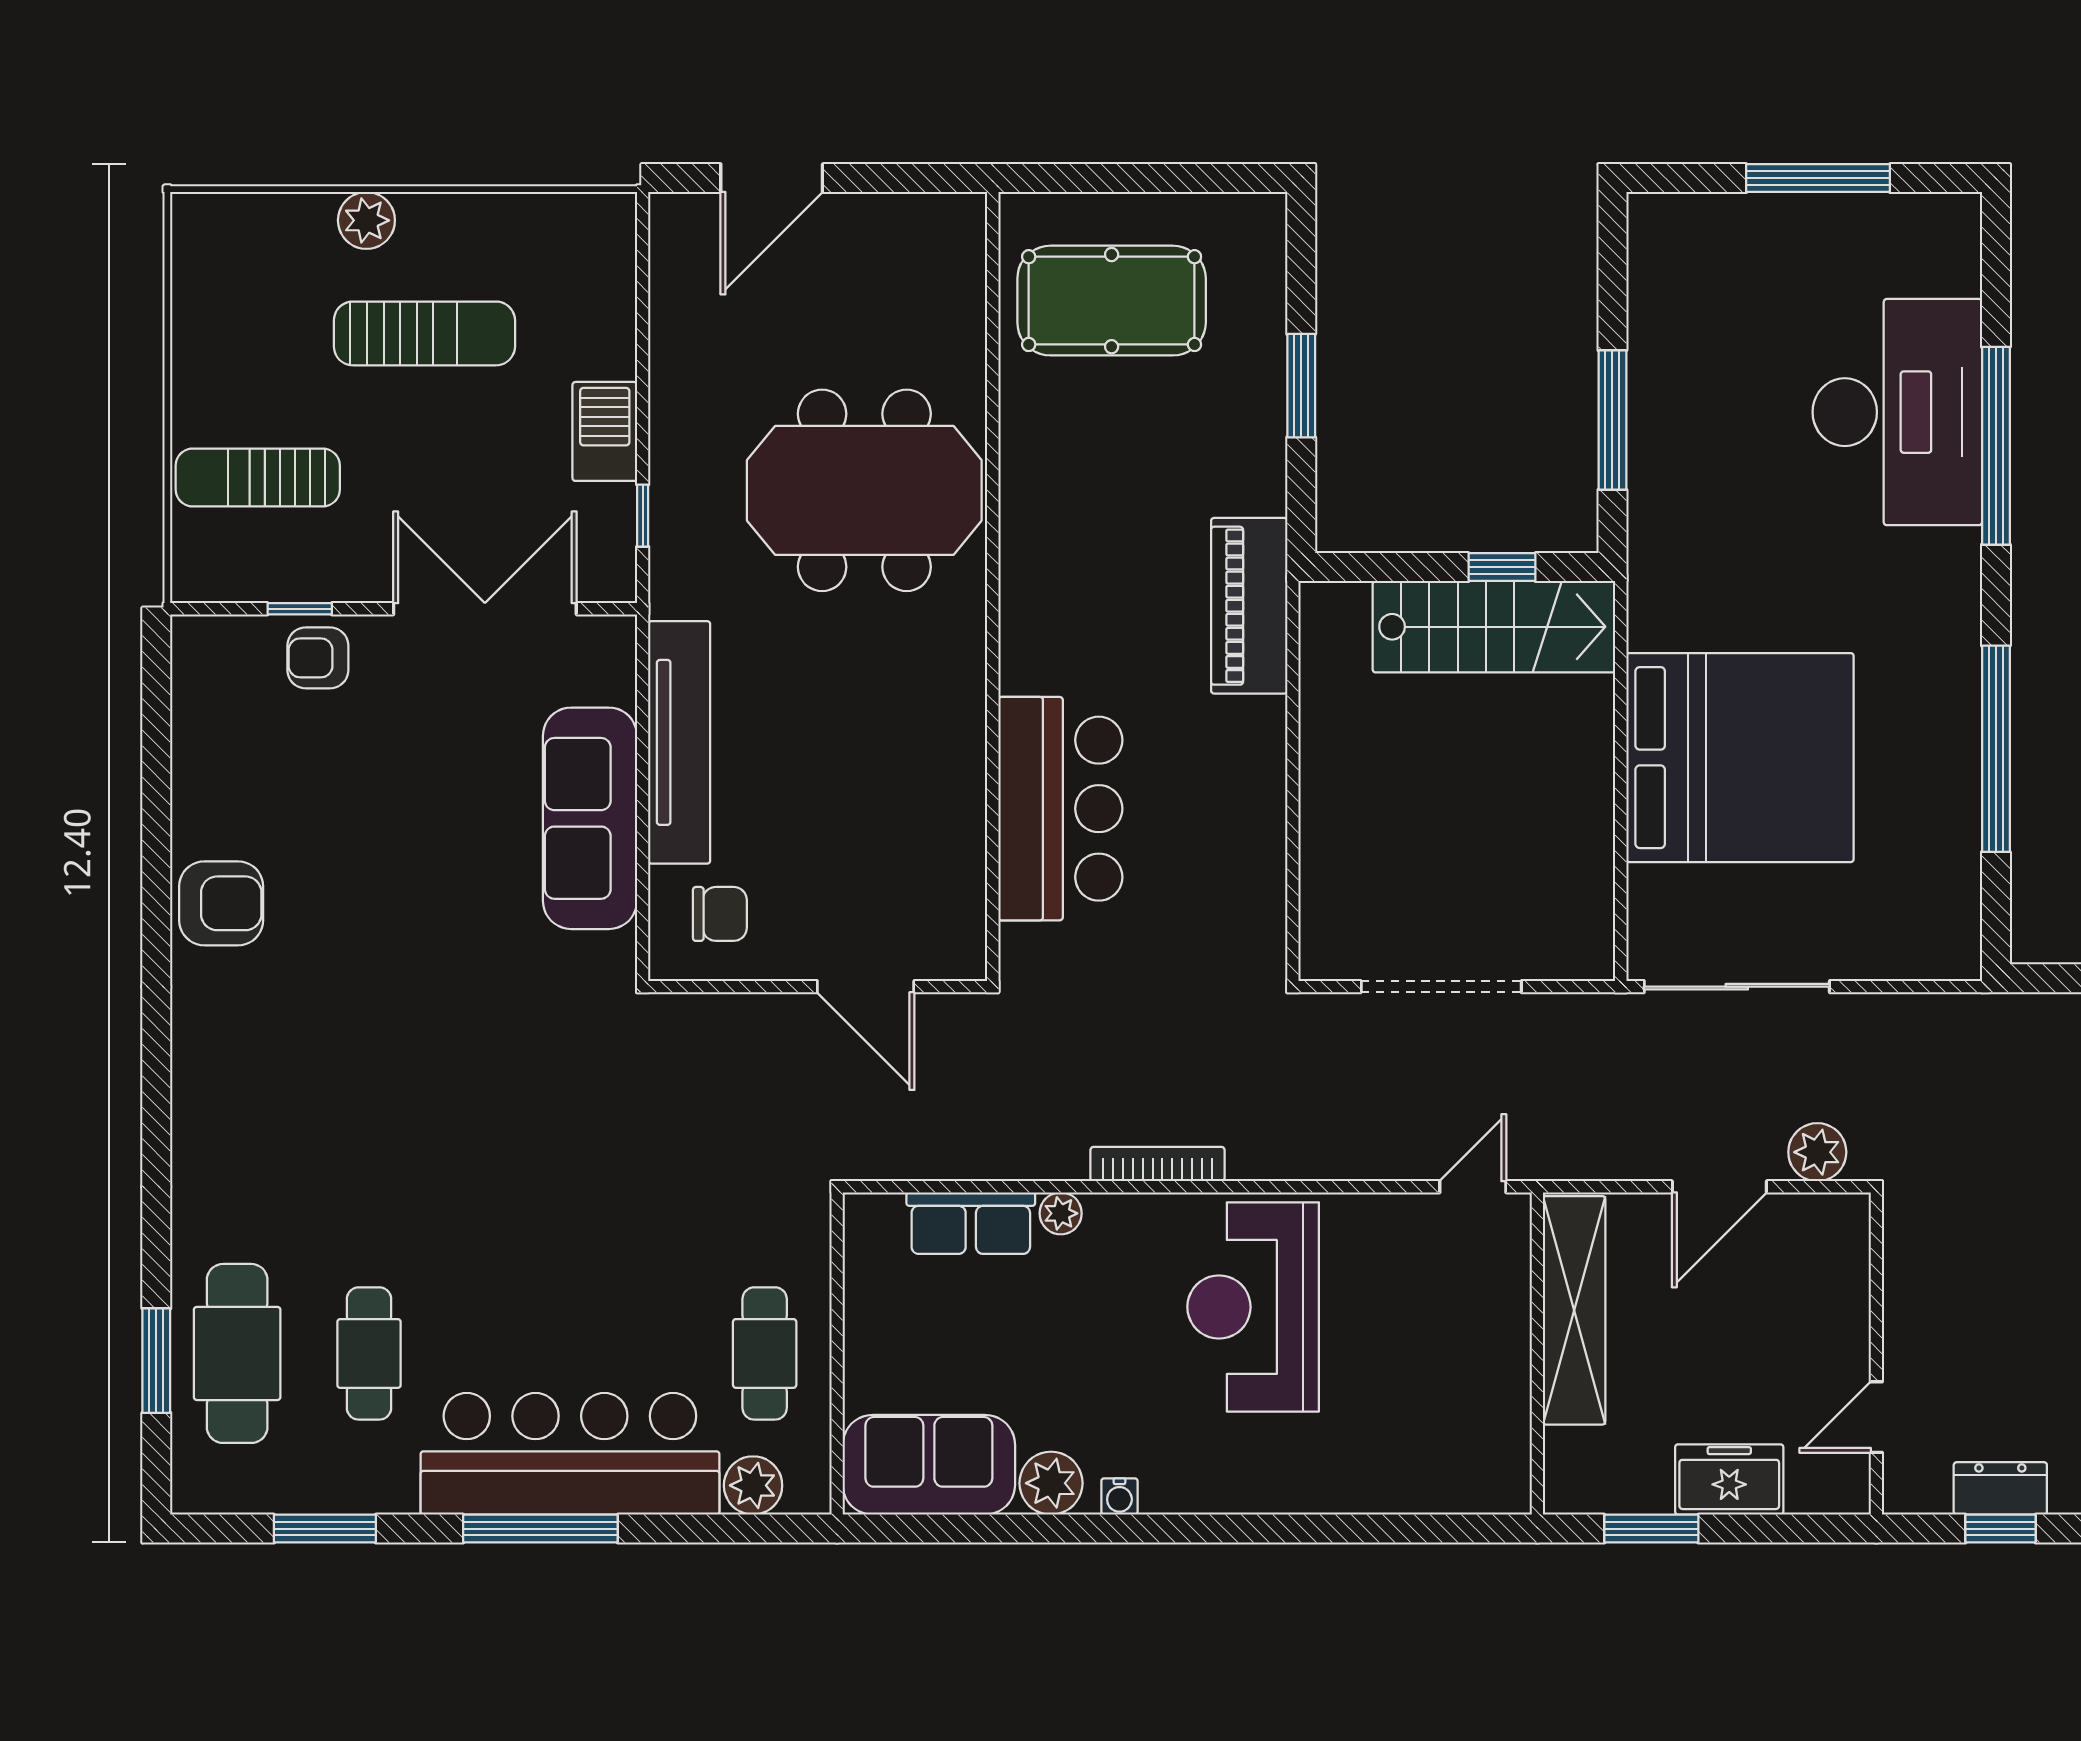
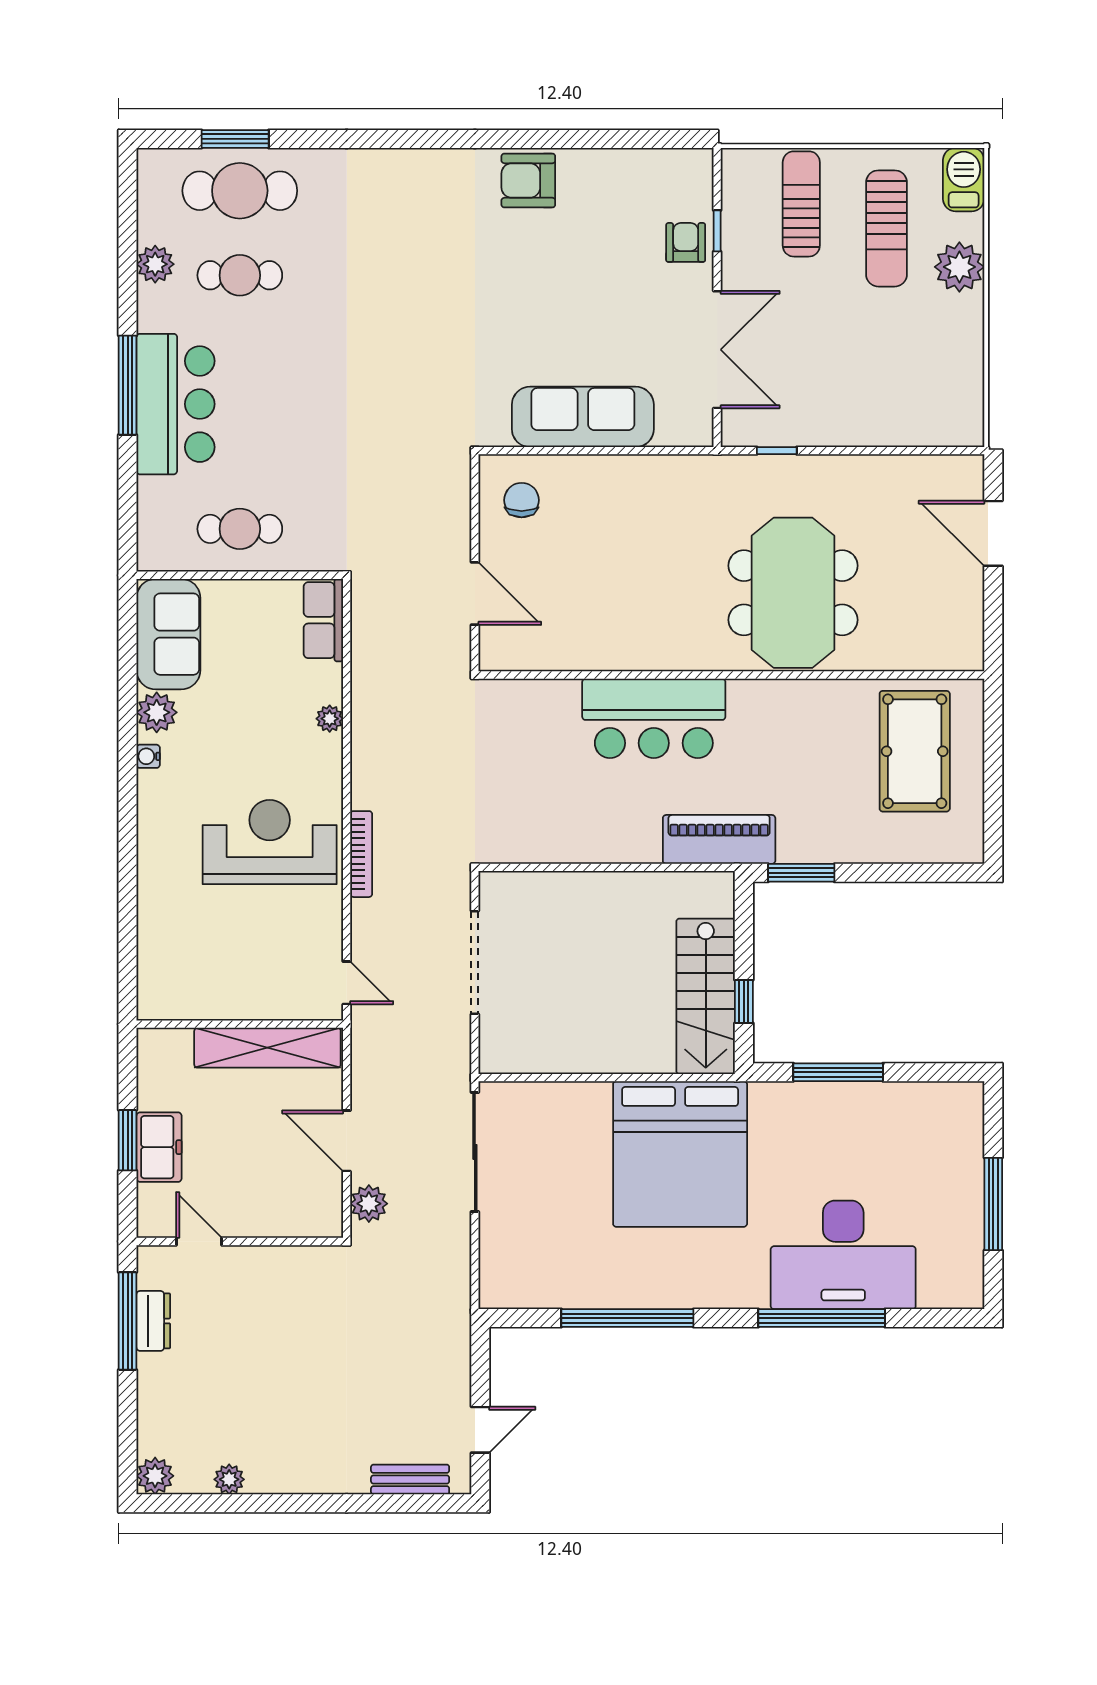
plant: (366, 220) -> (959, 267), width x1.36, depth x1.36
sun lounger: (424, 333) -> (887, 228), moved
window: (1301, 386) -> (801, 873), moved
barbecue: (605, 431) -> (964, 180), moved, turned -90
tv unit: (679, 742) -> (632, 474), removed
bed: (1740, 758) -> (680, 1154), moved
bar counter: (1060, 809) -> (654, 718), moved
armchair: (221, 903) -> (528, 180), turned 90
chair: (720, 914) -> (522, 500), turned 180
door: (866, 987) -> (475, 594), swing flipped
bookcase: (1157, 1164) -> (361, 854), moved
row of seats: (971, 1223) -> (323, 620), moved
bar counter: (570, 1454) -> (176, 404), width x0.73
plant: (753, 1485) -> (155, 264), moved
window: (325, 1529) -> (128, 247), removed
window: (1651, 1529) -> (128, 1140), moved
window: (2000, 1529) -> (128, 1321), width x2.17

